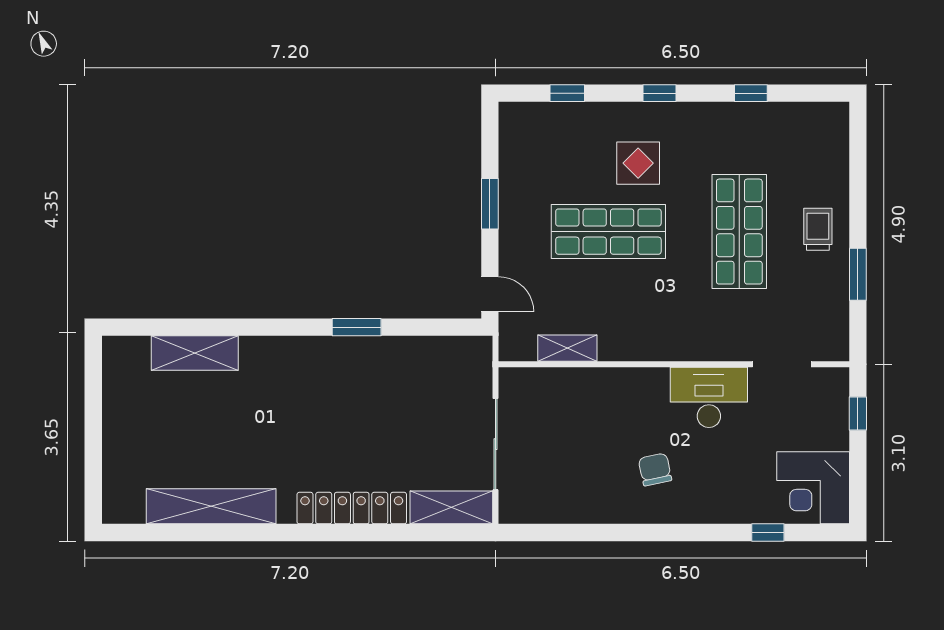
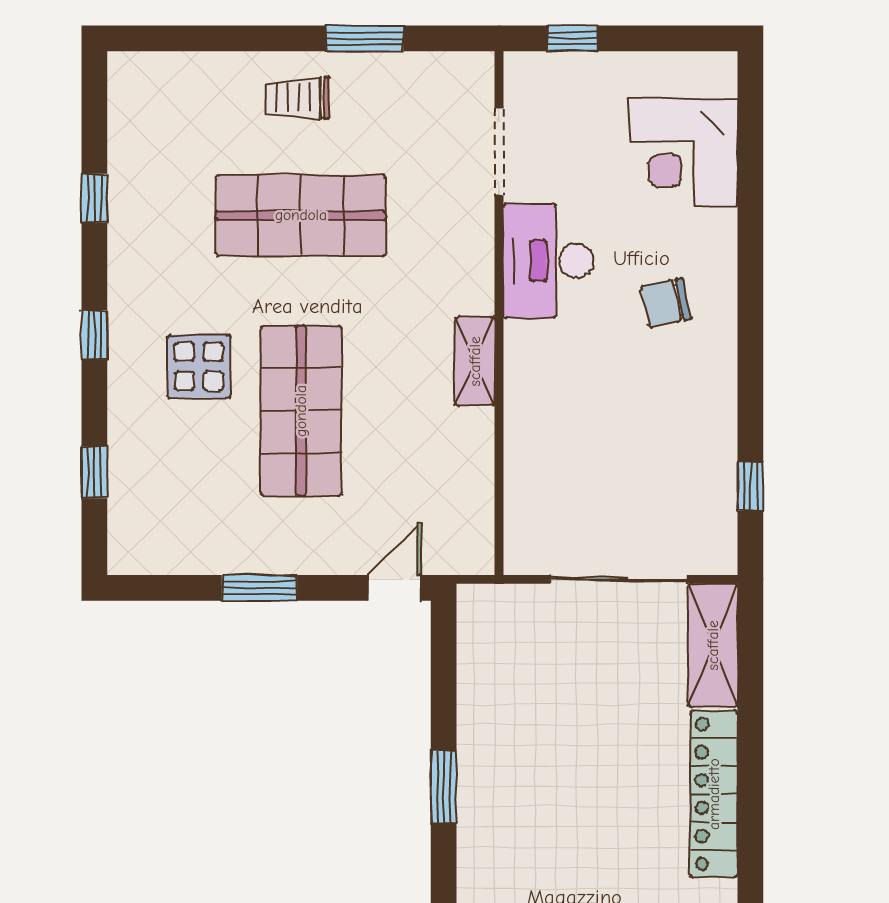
shelving: (567, 348) -> (475, 361), moved
chair: (655, 469) -> (666, 303), moved
corner desk: (813, 488) -> (684, 152), moved, turned 90
window: (768, 533) -> (750, 486), moved

